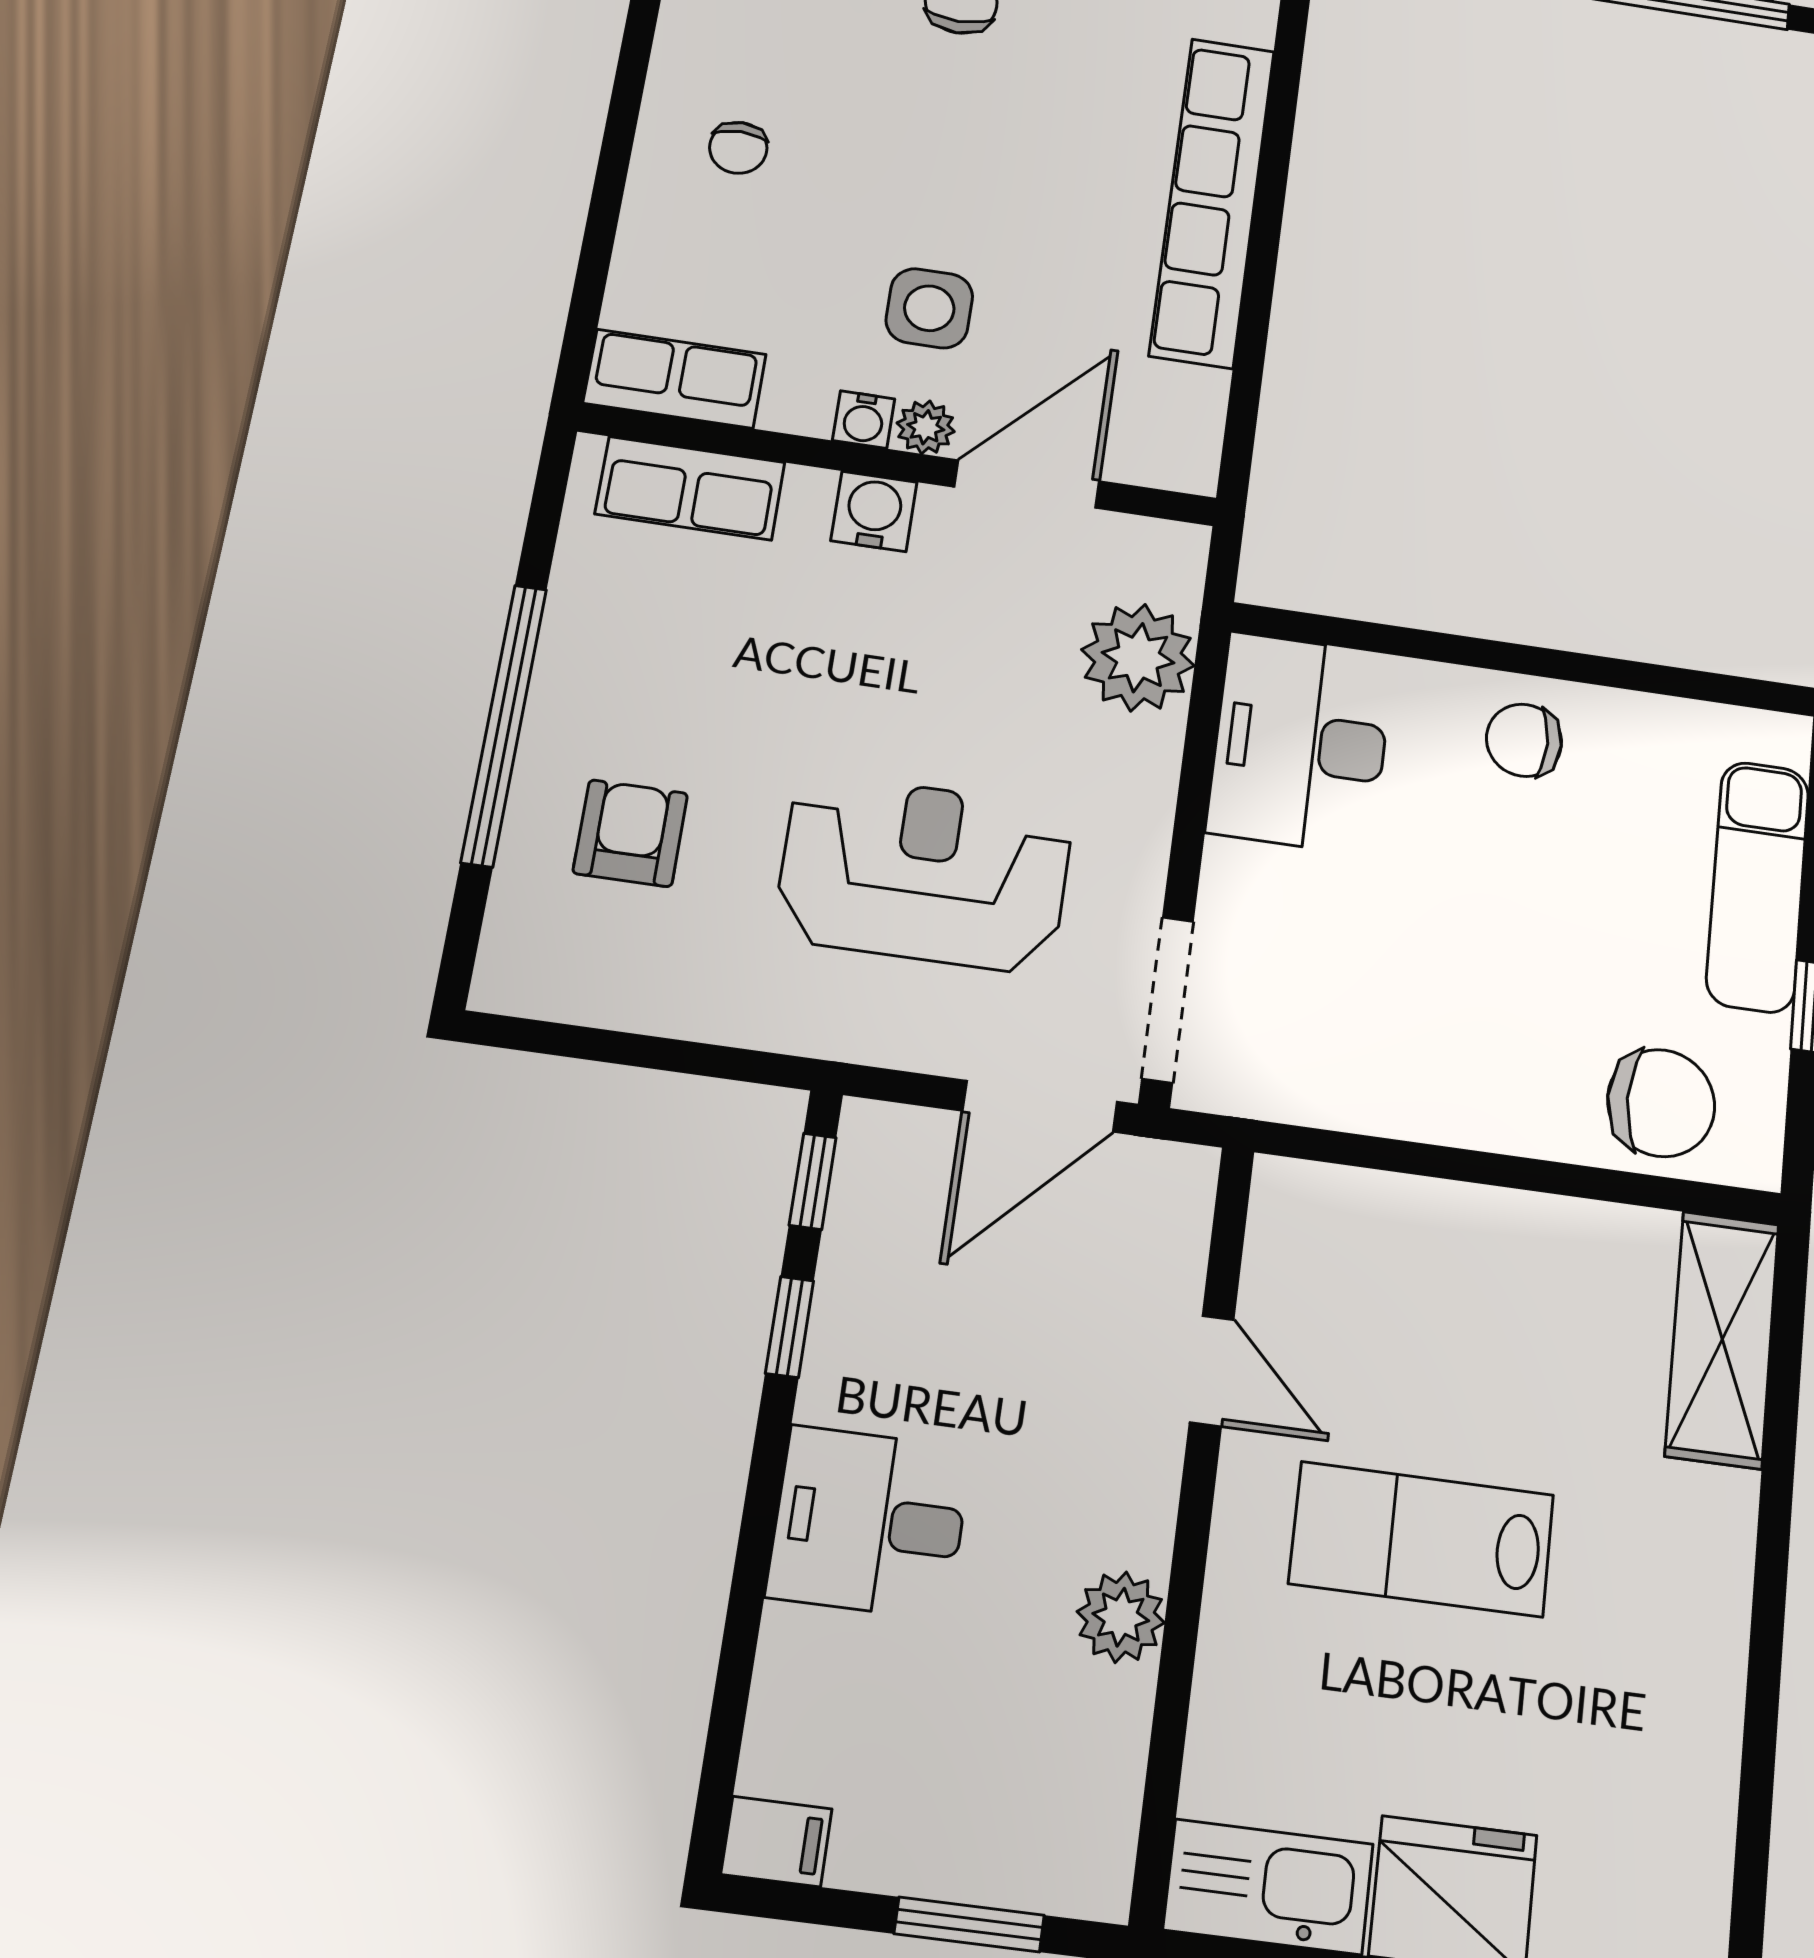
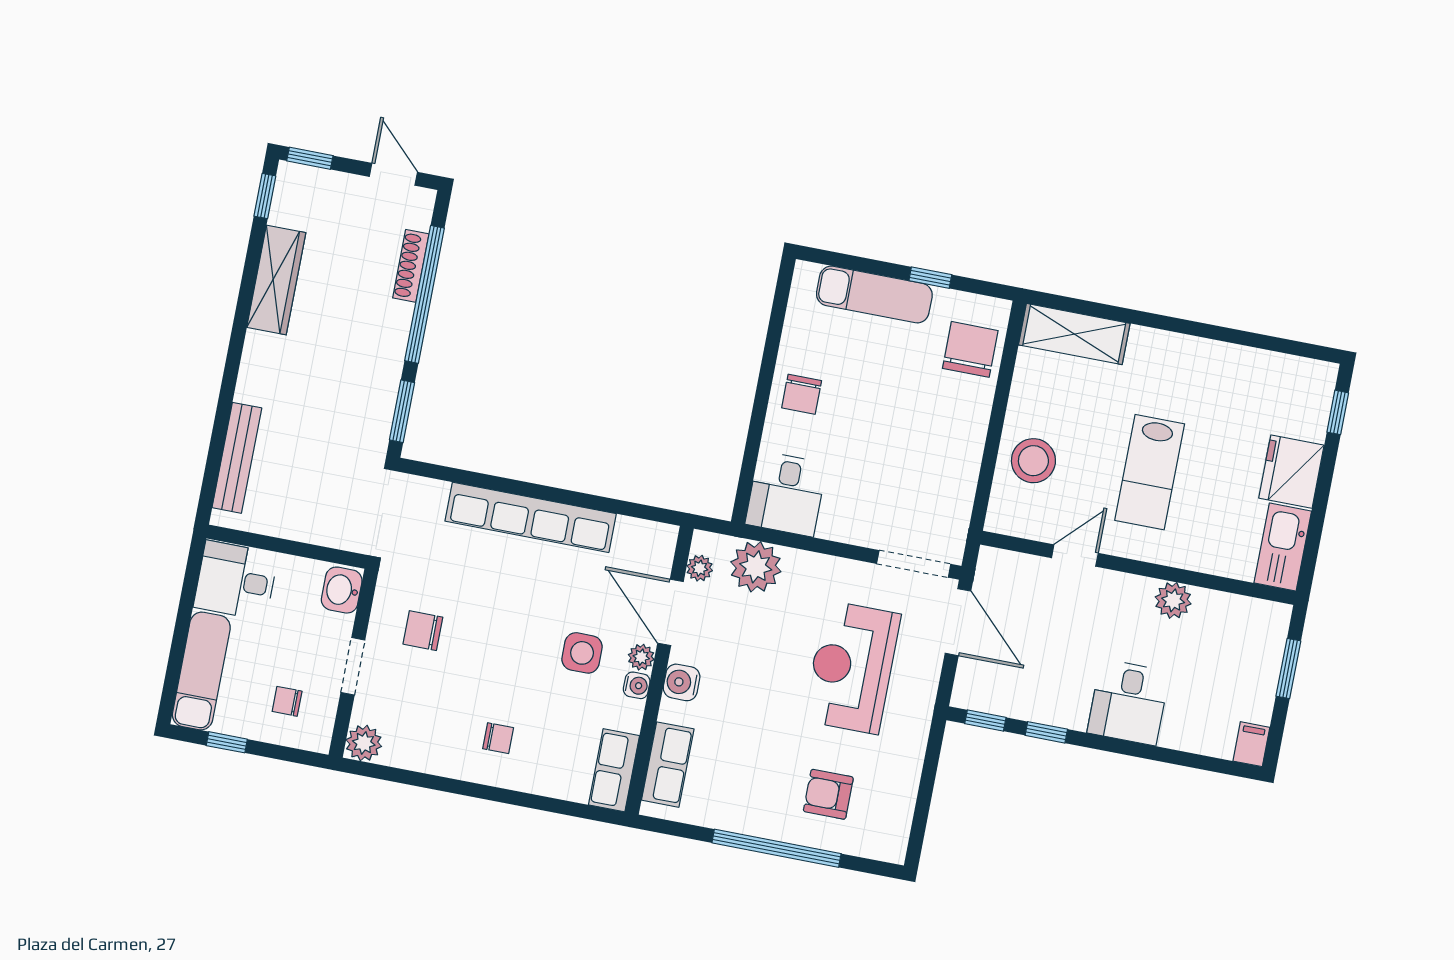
plant: (1127, 541) -> (700, 568), added
desk: (1300, 743) -> (786, 494), width x0.73
stool: (1424, 1261) -> (1033, 461), added

